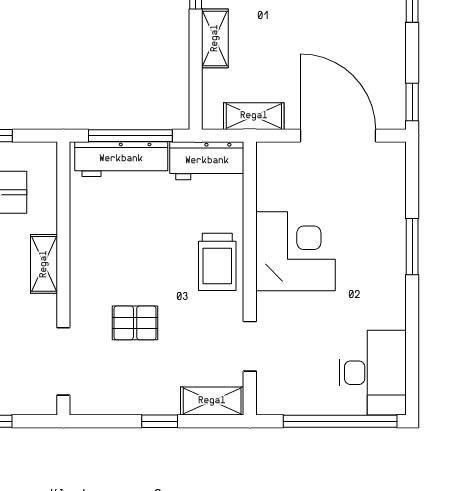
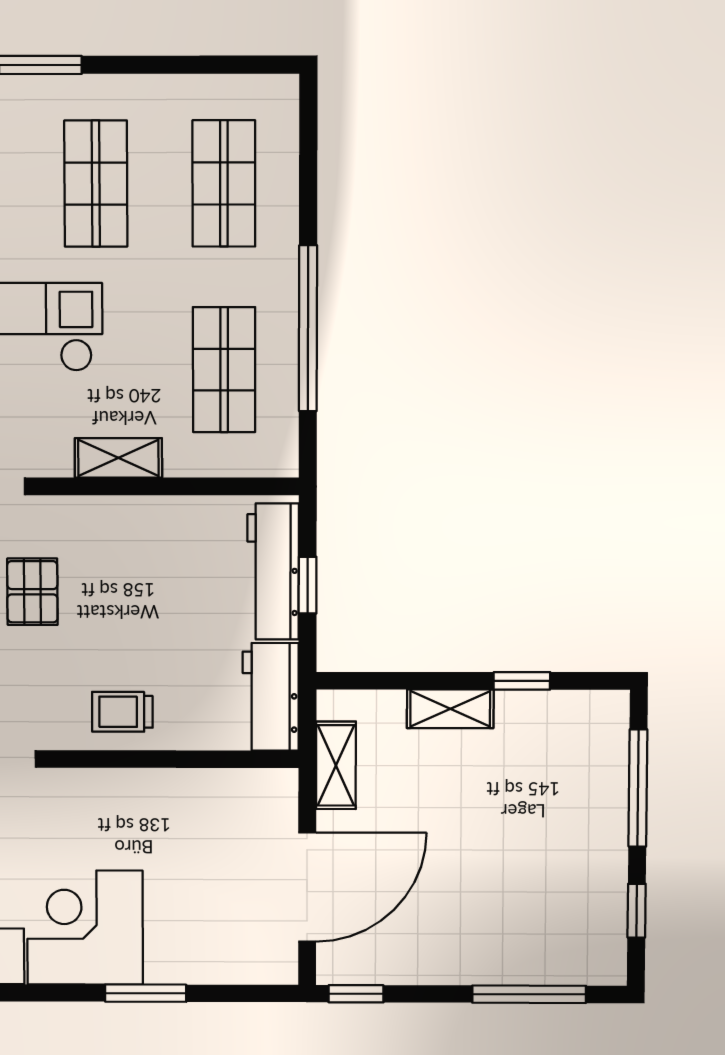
window: (130, 136) -> (308, 585), width x0.46
corner desk: (295, 251) -> (85, 927), moved, turned 180
trolley: (217, 262) -> (122, 712), width x0.73, depth x0.72

